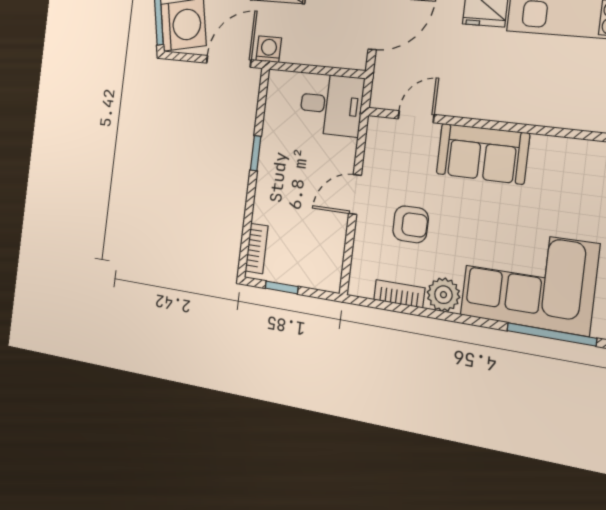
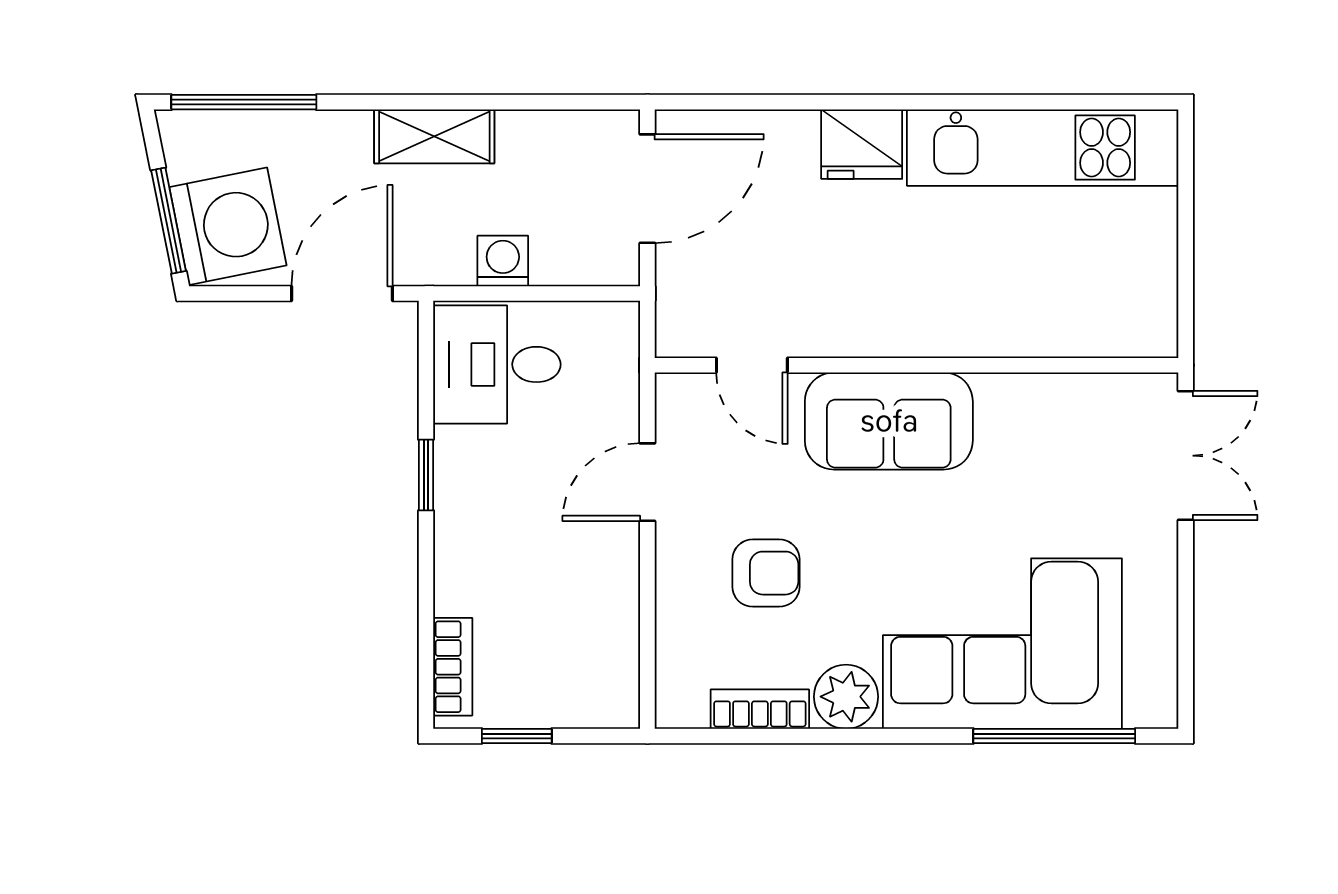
washing machine: (269, 49) -> (503, 261), moved
desk: (331, 105) -> (497, 364), moved, turned 180
door: (416, 117) -> (752, 365), swing flipped
door: (355, 194) -> (647, 482), moved

